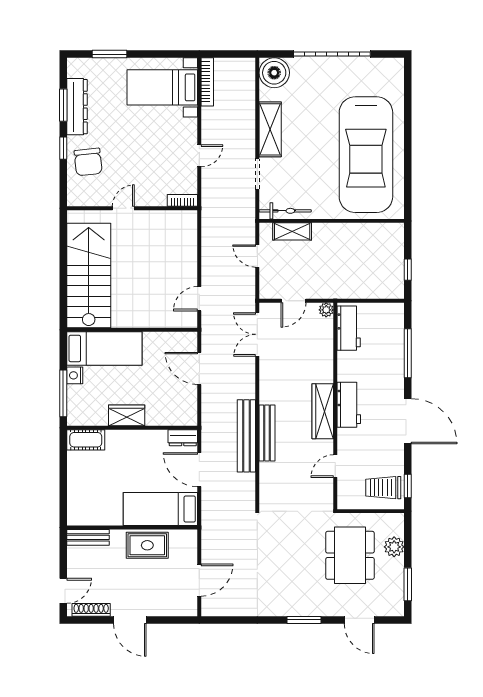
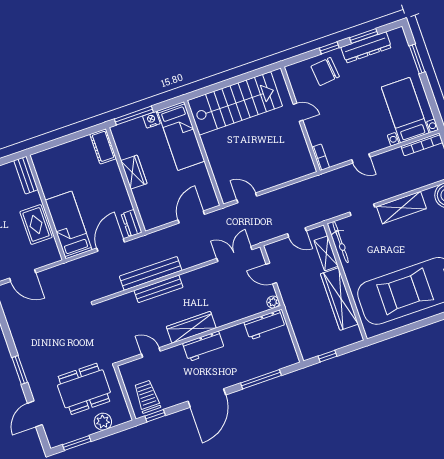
wardrobe: (348, 234) -> (339, 299), added
door: (257, 256) -> (297, 232), swing flipped

